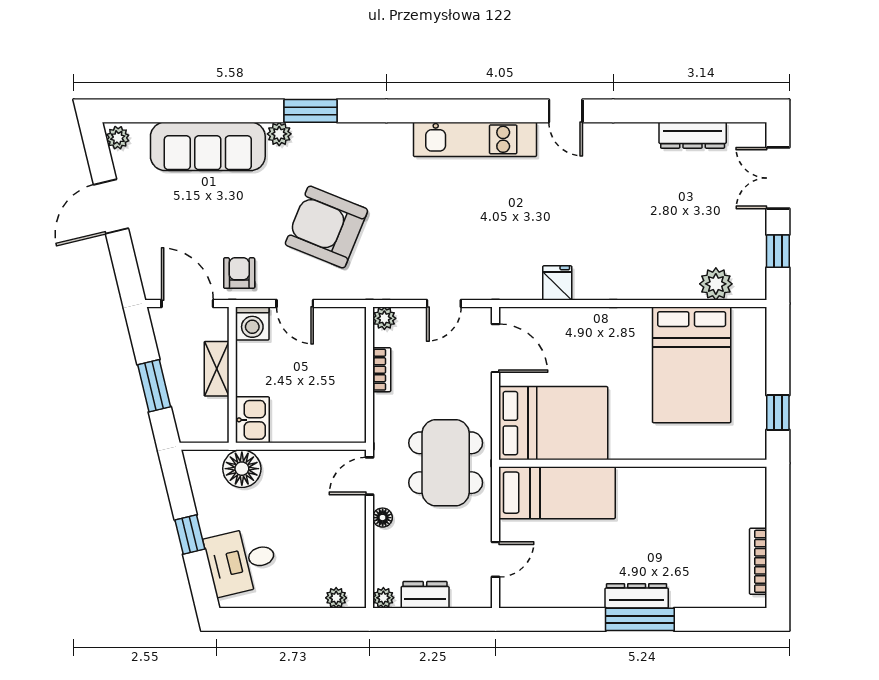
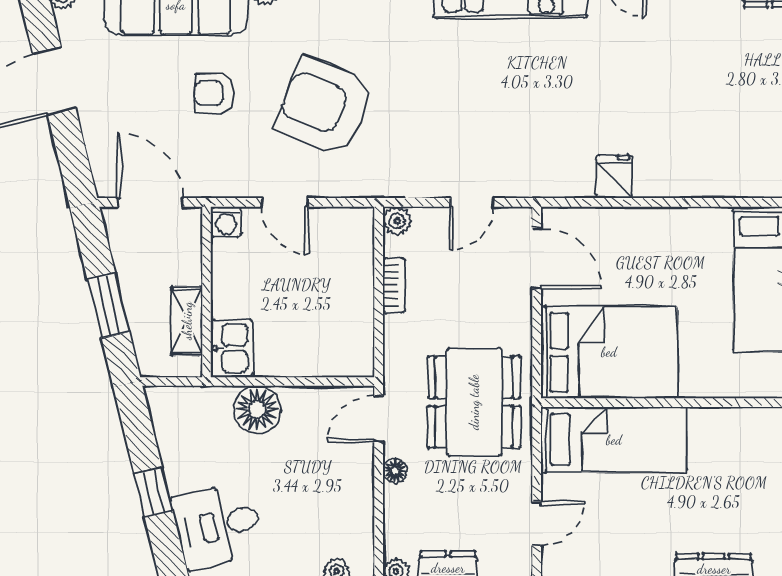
armchair: (239, 273) -> (214, 93), moved, turned -90
washing machine: (252, 323) -> (226, 222), width x0.73, depth x0.73
shelving: (217, 369) -> (187, 321), moved
floor lamp: (242, 469) -> (257, 409), moved

